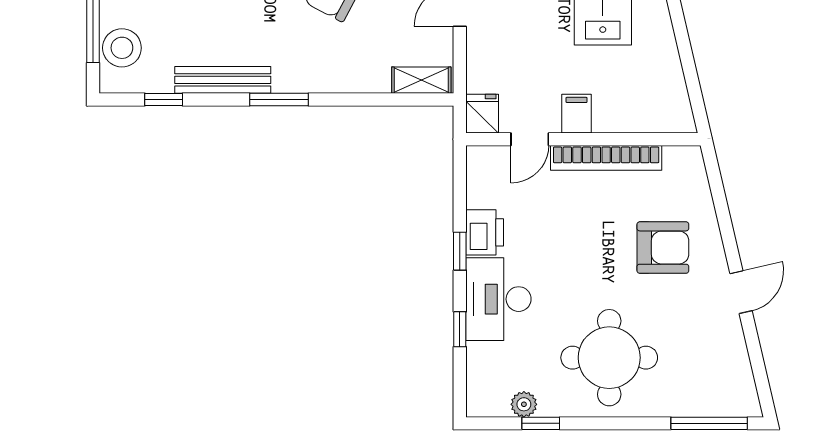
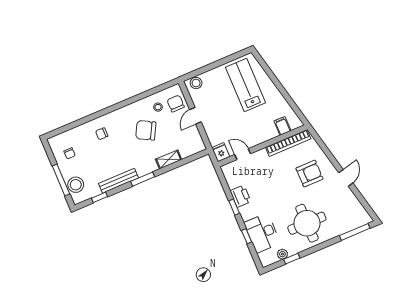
shelving: (421, 80) -> (169, 159), moved
filing cabinet: (577, 114) -> (282, 126), moved
door: (530, 139) -> (243, 154), swing flipped
bookcase: (606, 158) -> (288, 143), moved
desk: (498, 299) -> (262, 233), moved

